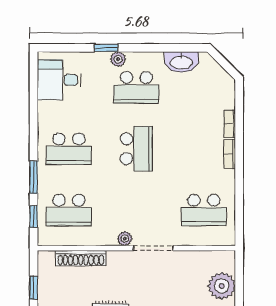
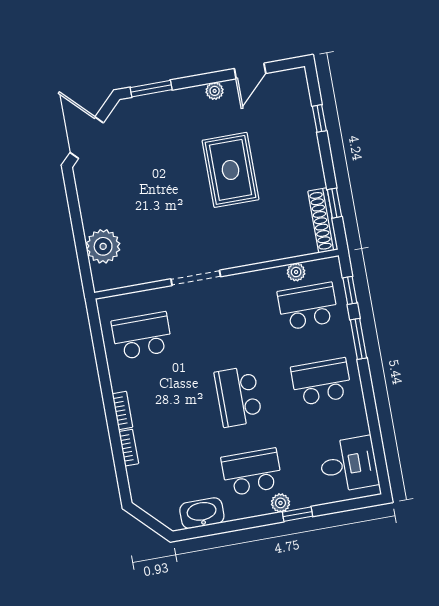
plant: (125, 239) -> (296, 272), moved
shoe rack: (81, 258) -> (323, 220), moved, turned -90

